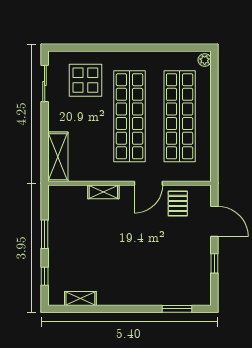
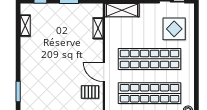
shelving: (103, 192) -> (98, 28), moved

